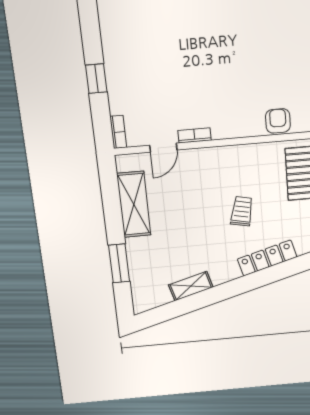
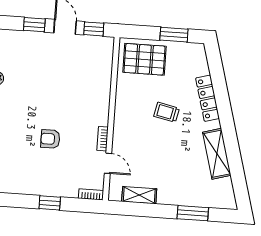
armchair: (278, 121) -> (50, 139), moved
shelving: (134, 204) -> (139, 195), width x0.67, depth x0.75
shelving: (191, 286) -> (217, 154), width x1.50, depth x1.33

